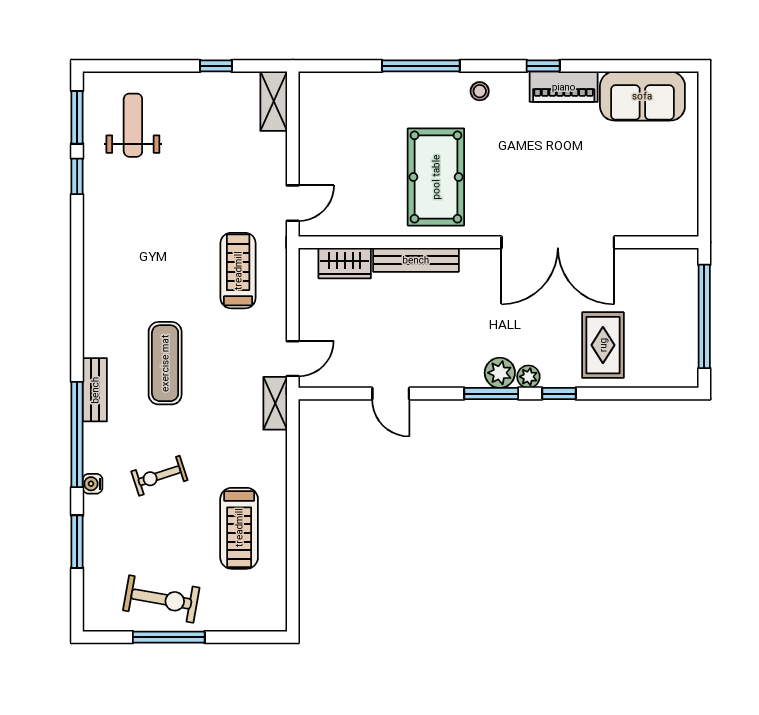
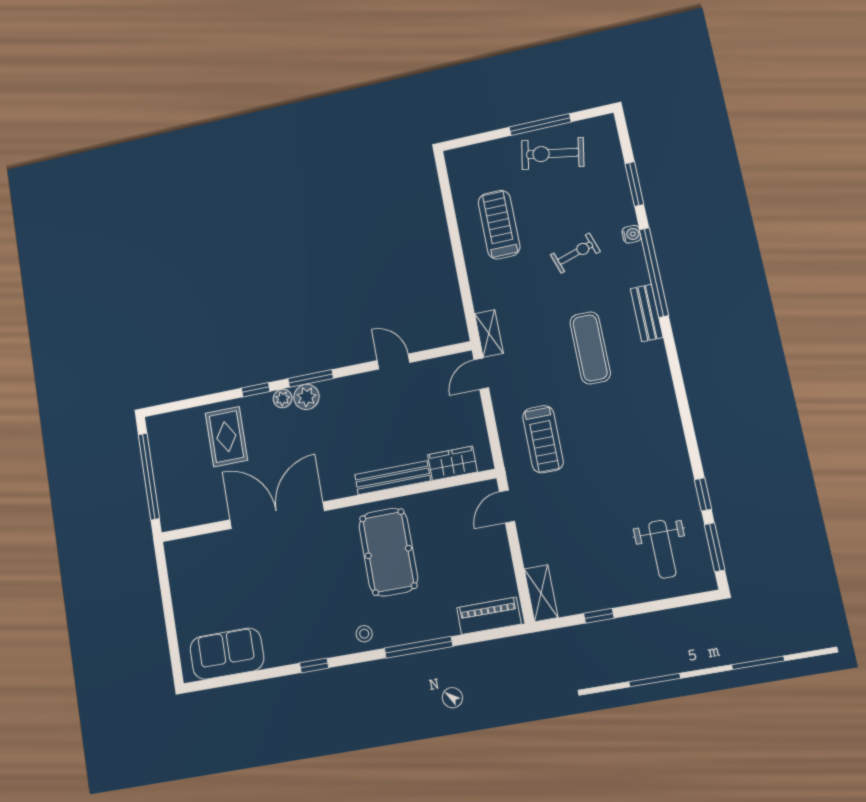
piano: (564, 87) -> (489, 616), moved

